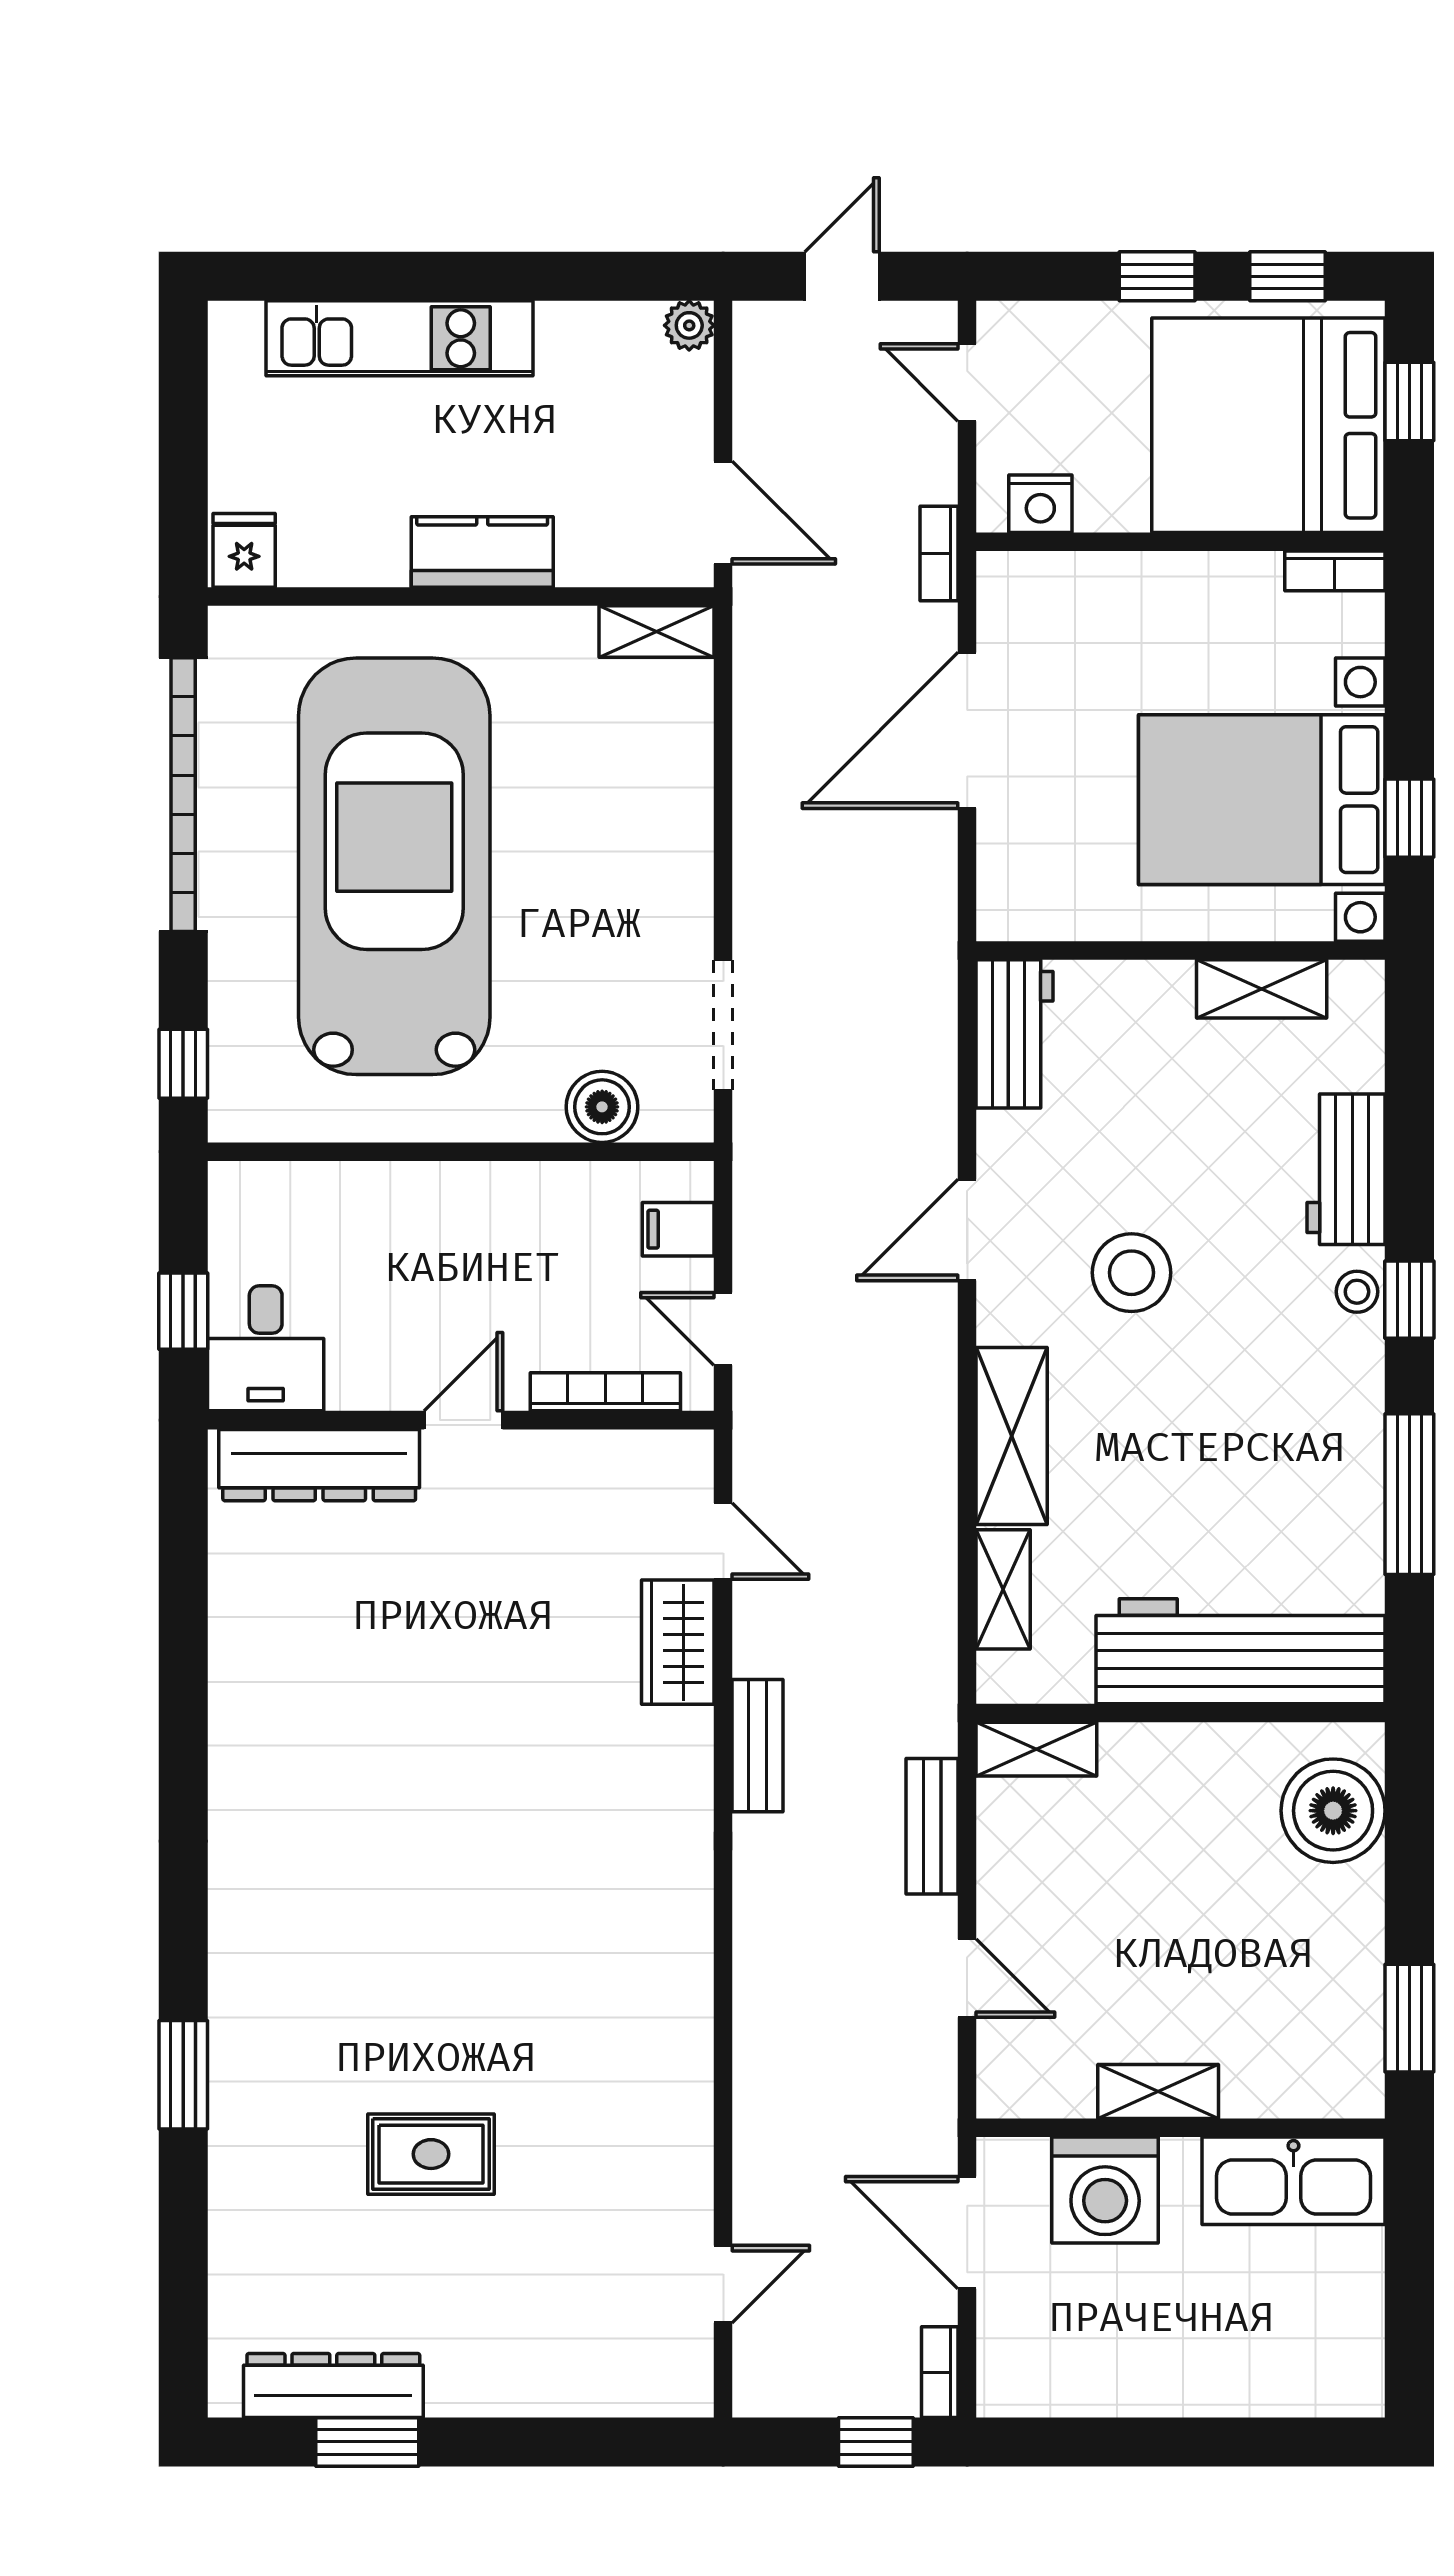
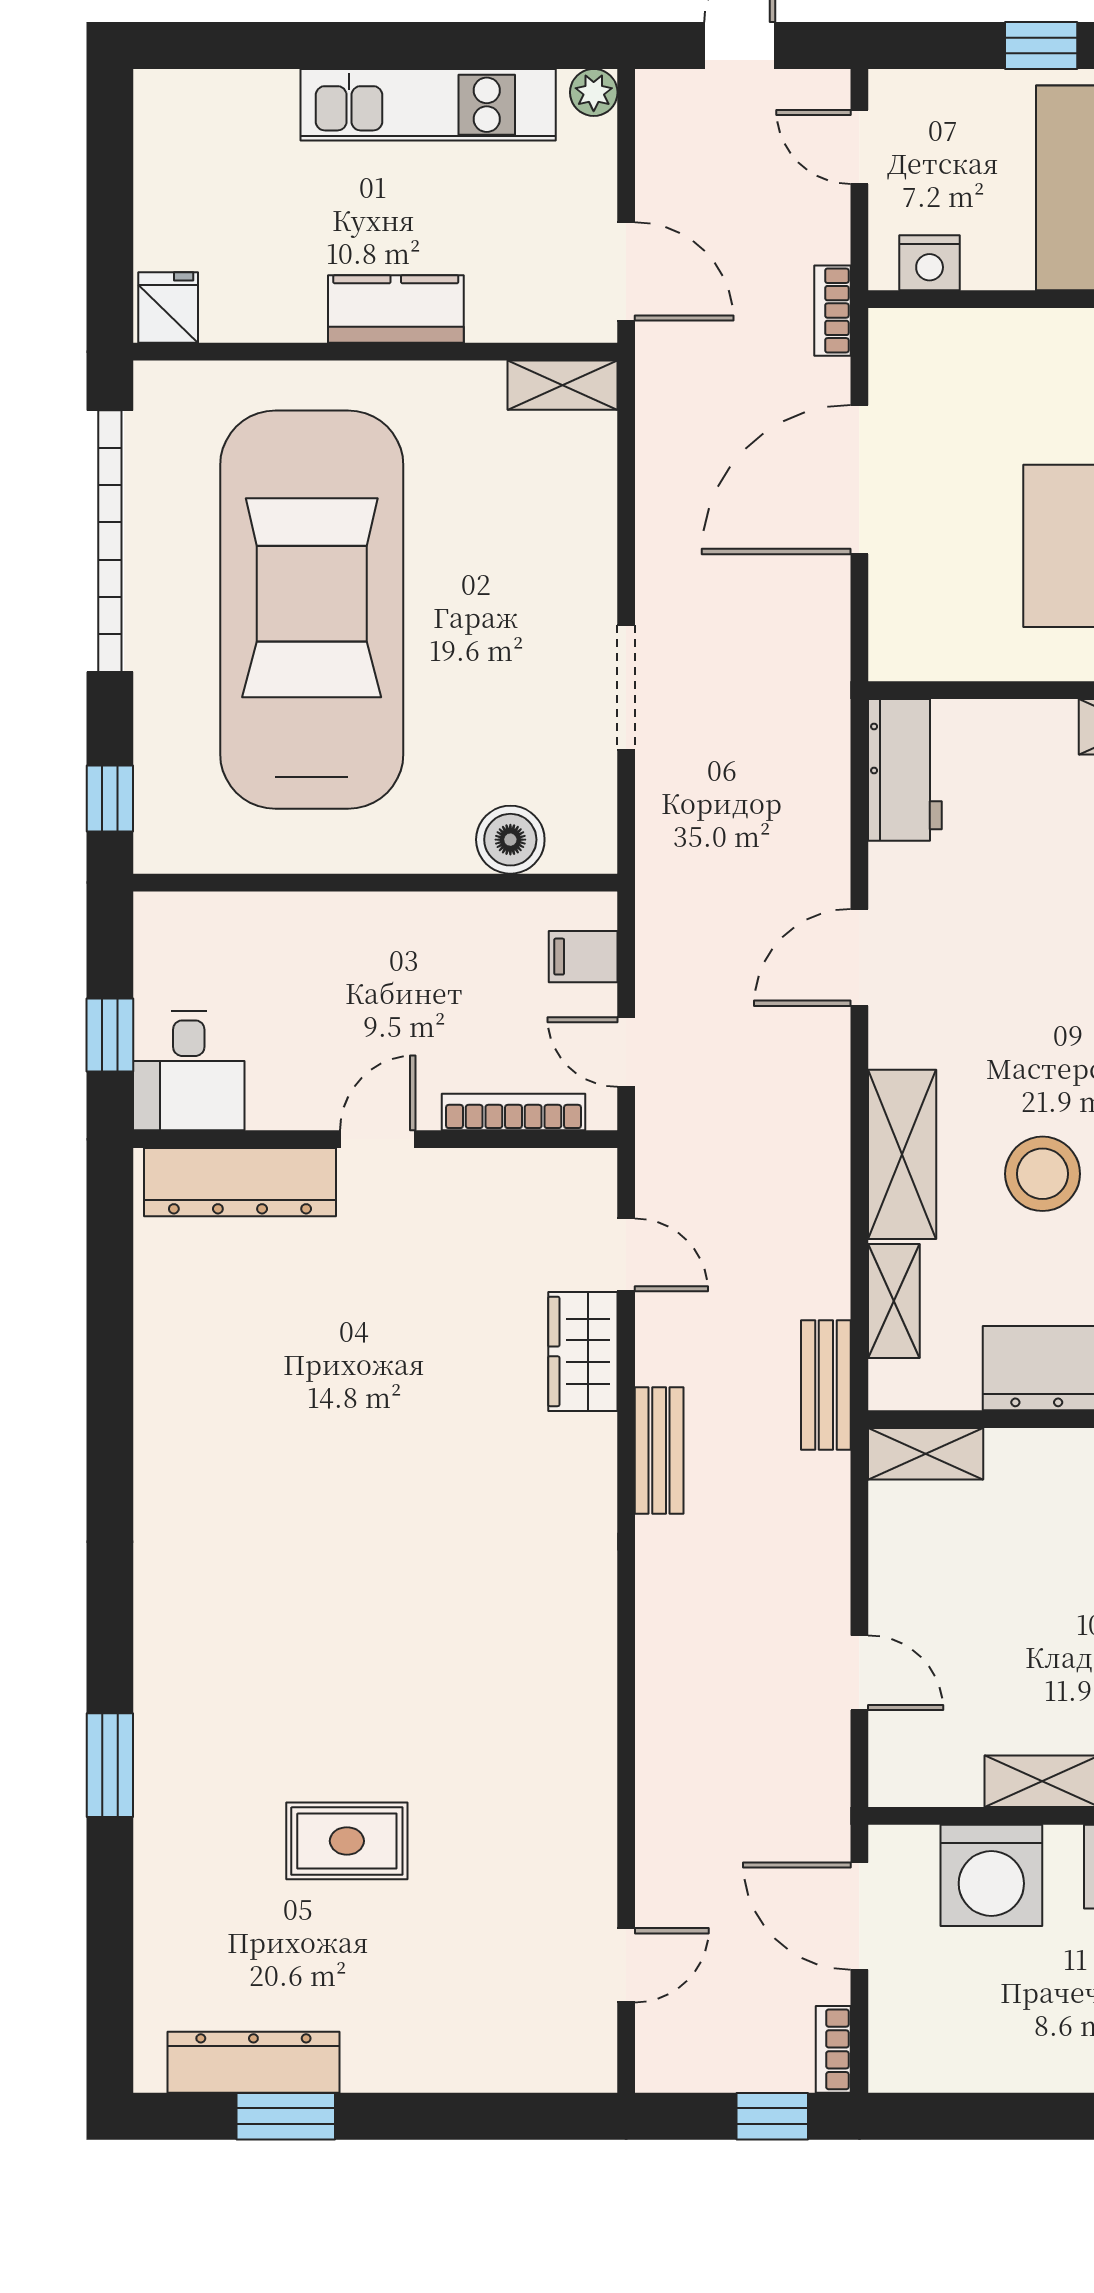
kitchen unit: (399, 338) -> (428, 105), moved
doorway: (723, 1025) -> (626, 687), moved
stool: (1131, 1273) -> (1043, 1174), moved
bench: (932, 1826) -> (826, 1385), moved

